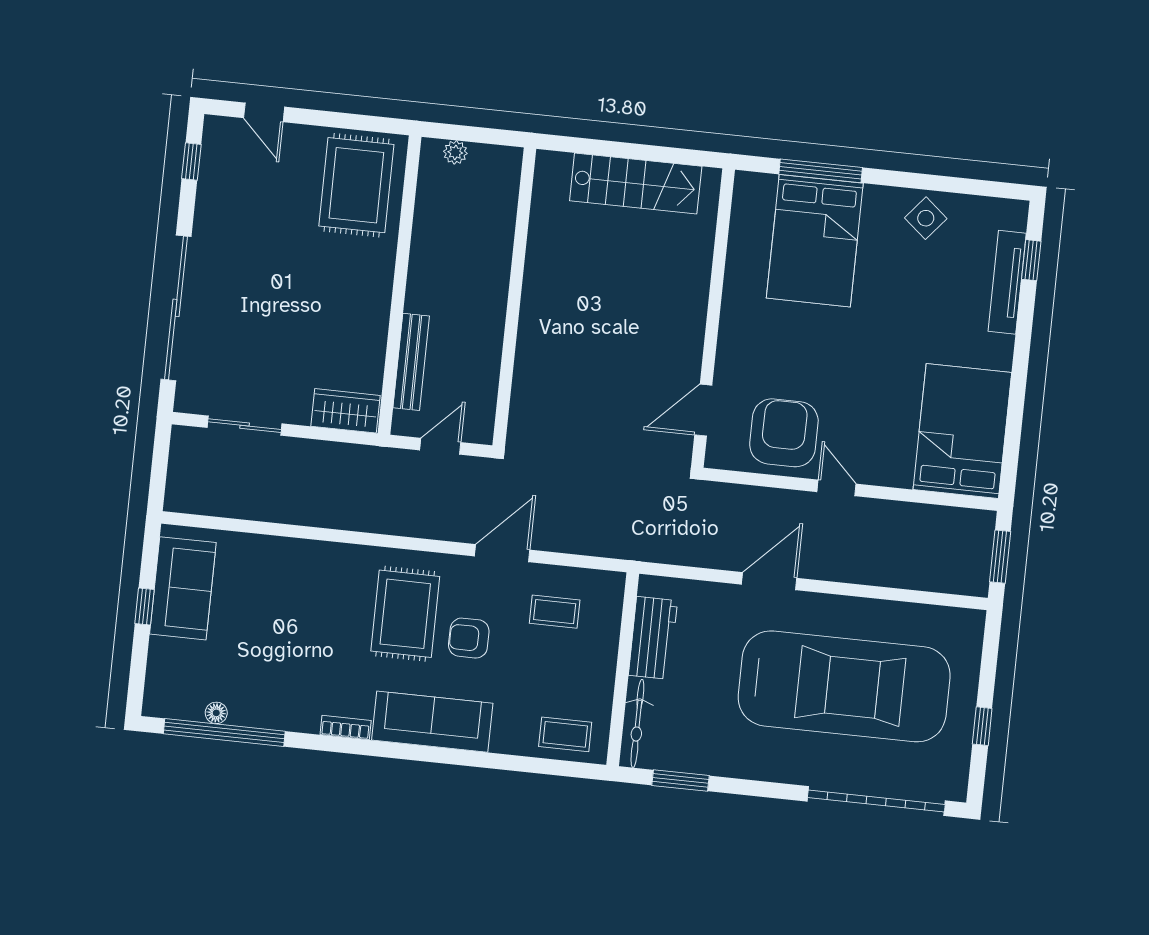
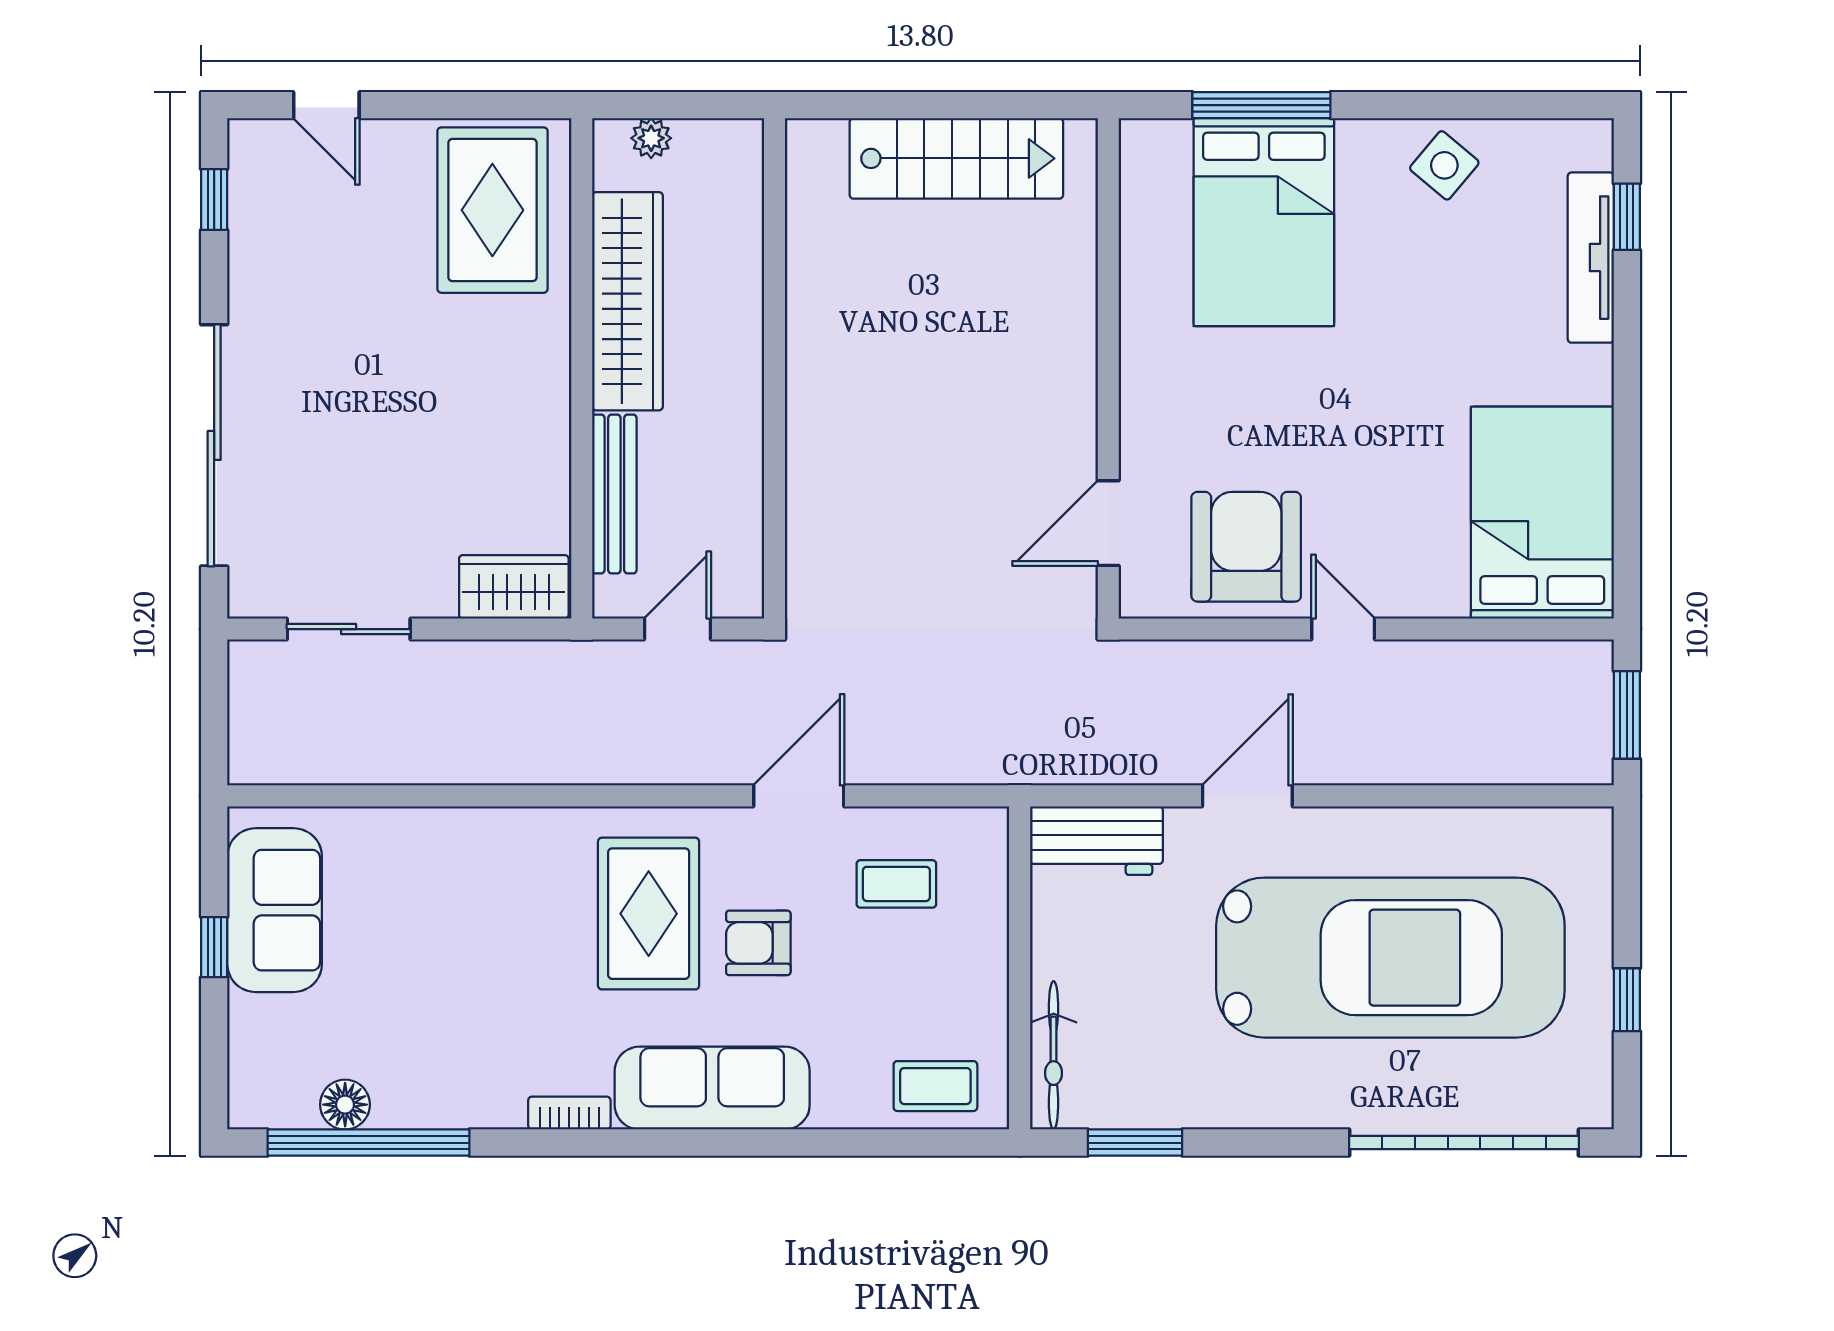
wardrobe: (431, 248) -> (627, 301), added
workbench: (653, 638) -> (1096, 841), moved, turned 90
floor lamp: (216, 713) -> (345, 1105), width x1.37, depth x1.37

